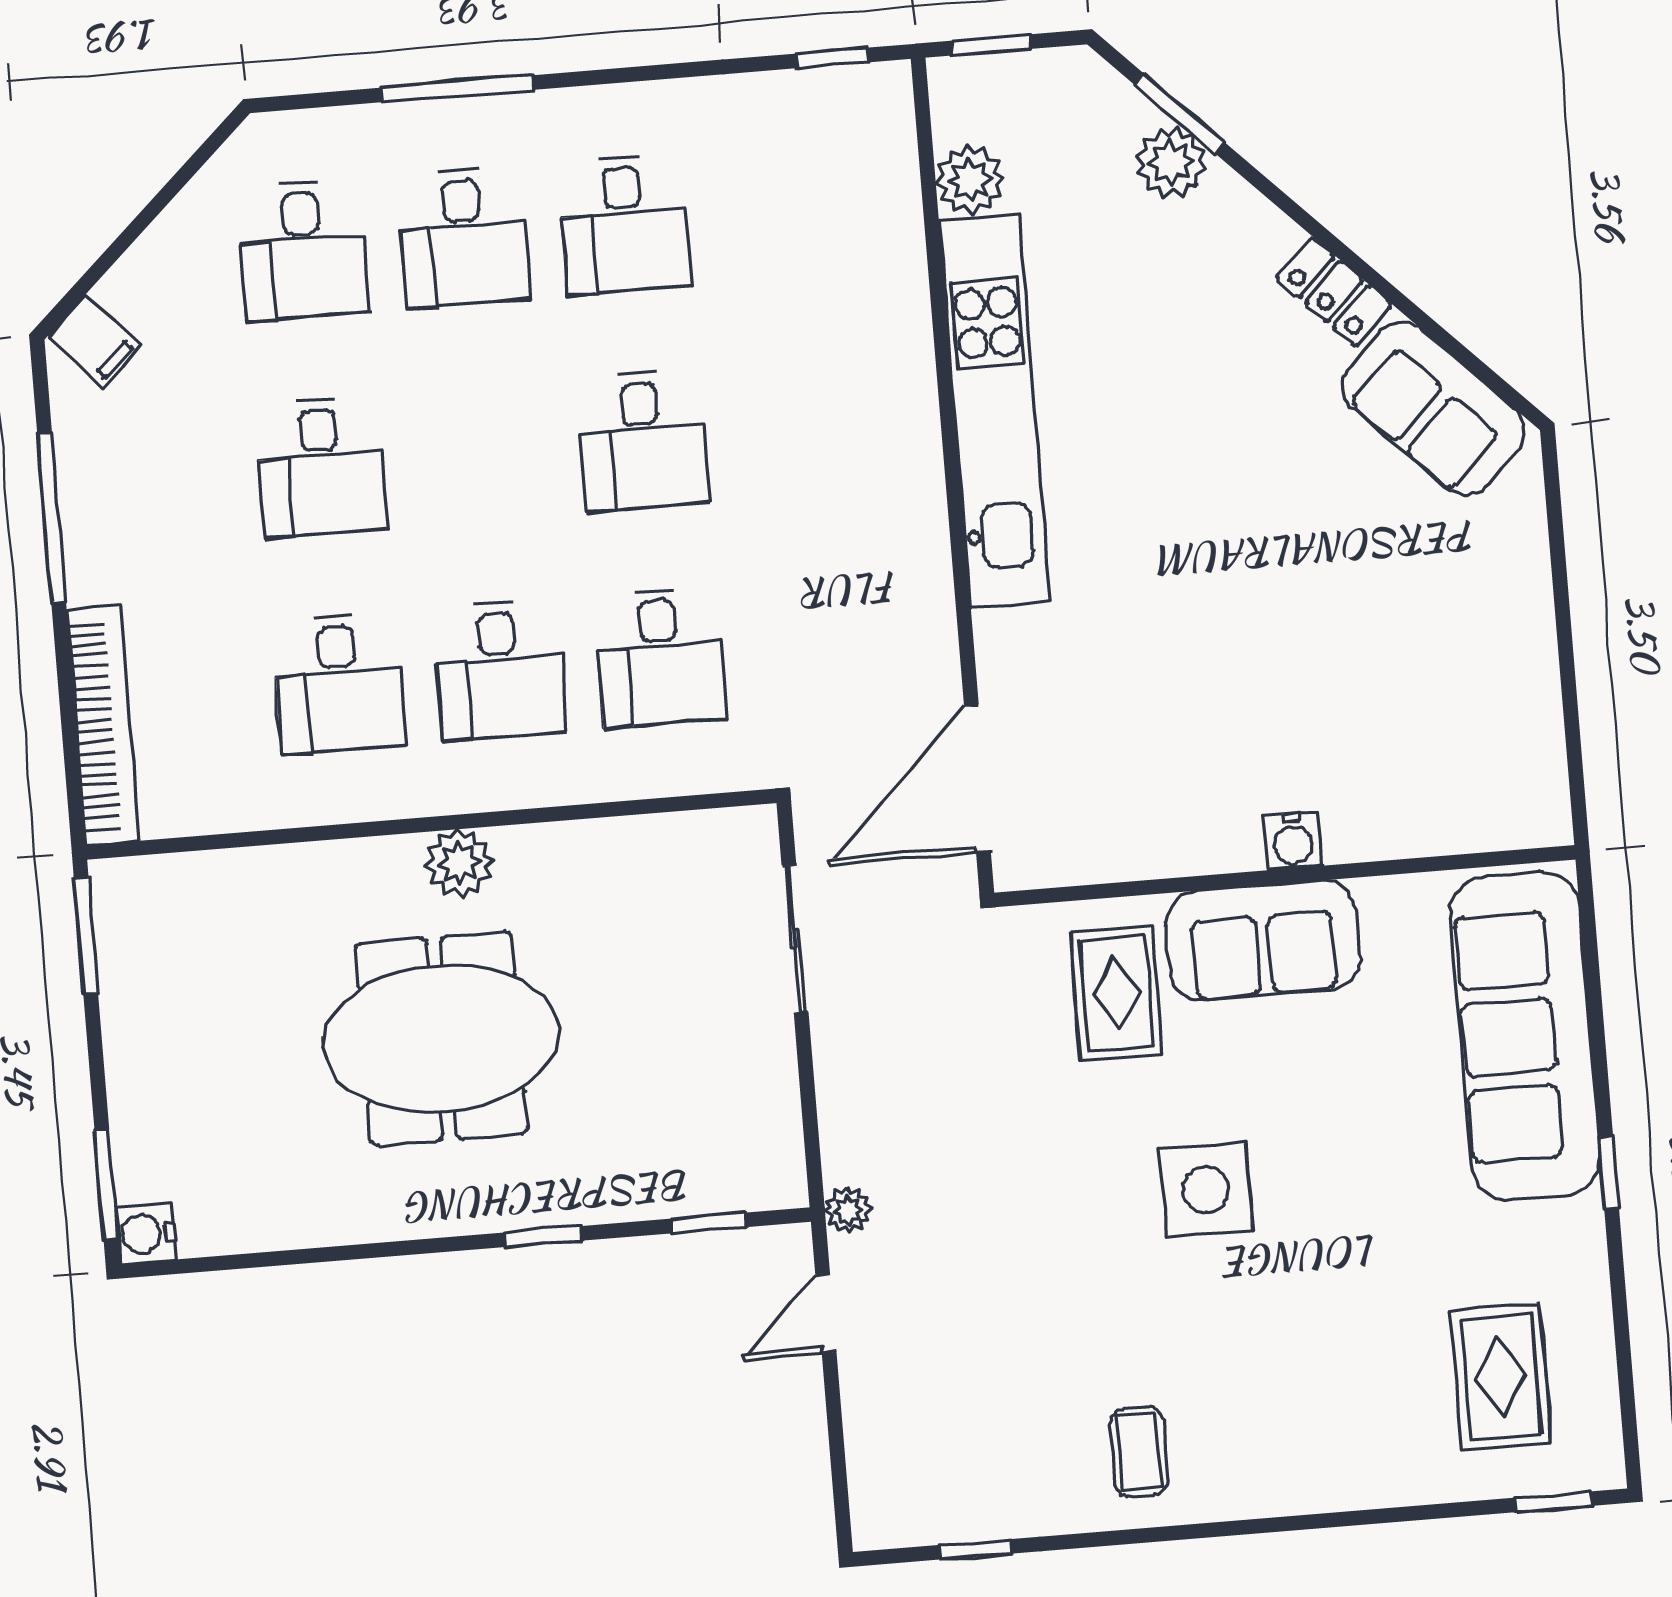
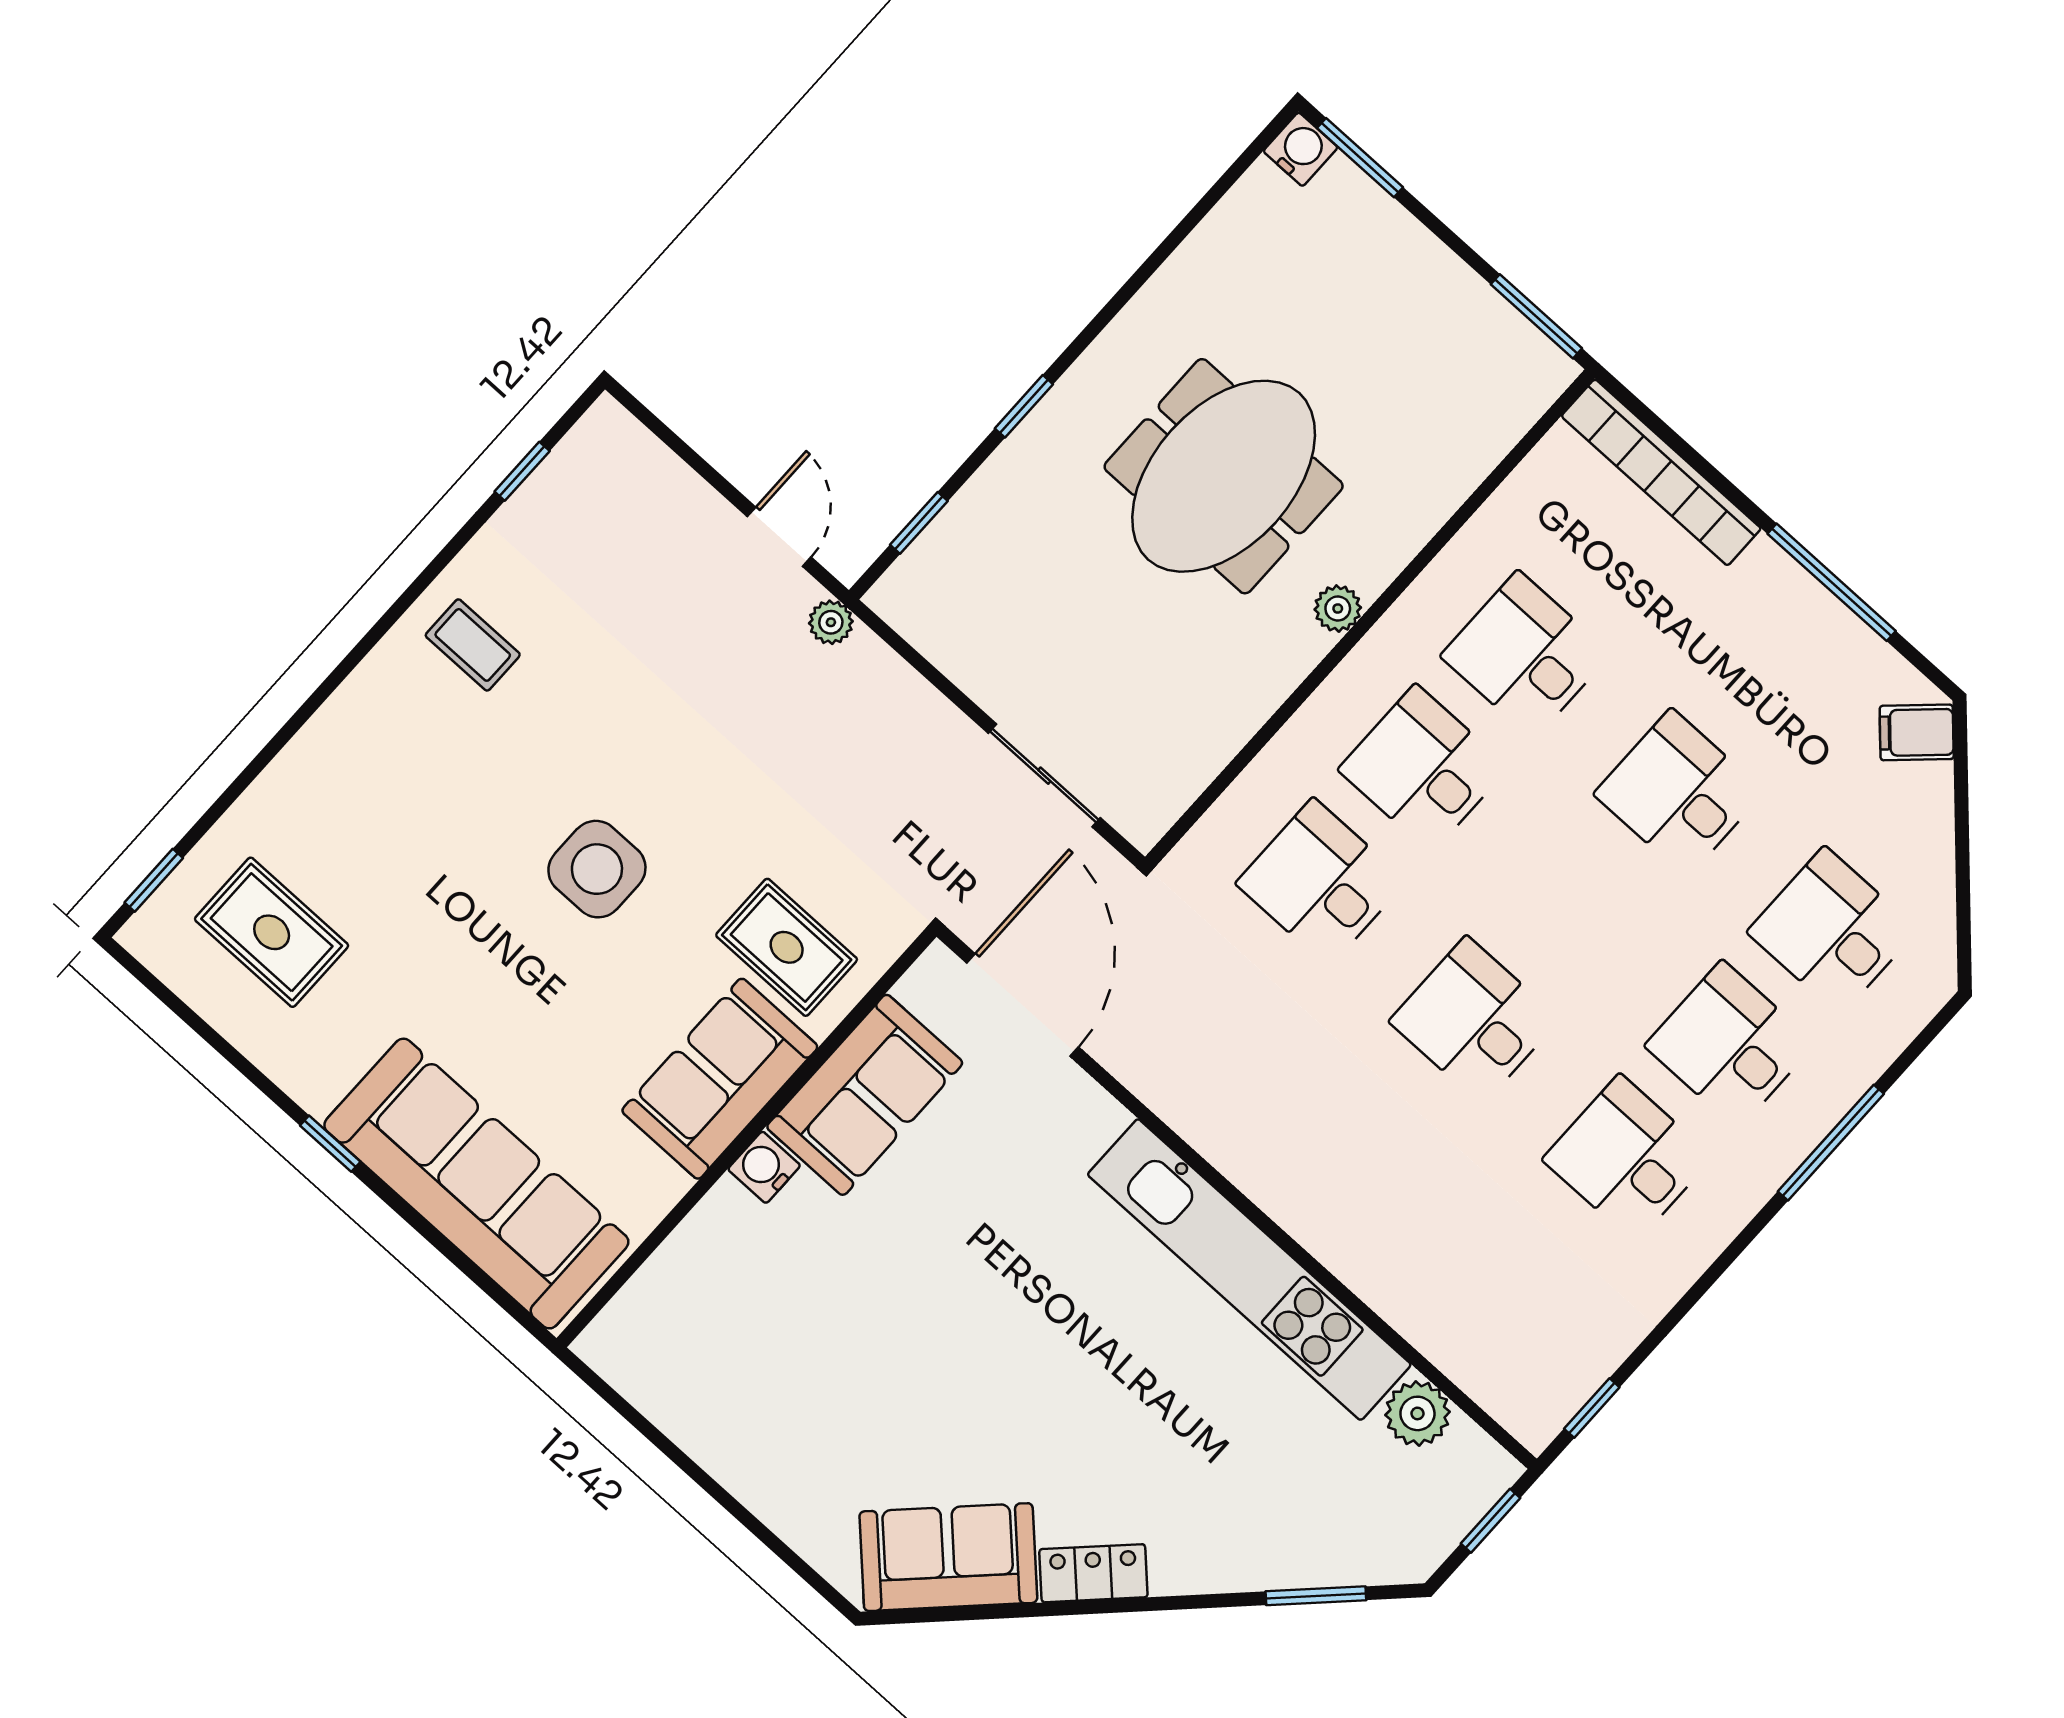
plant: (1171, 162) -> (1290, 1556), removed
sofa: (1163, 823) -> (865, 1095), added
plant: (459, 863) -> (1338, 609), width x0.73, depth x0.73

